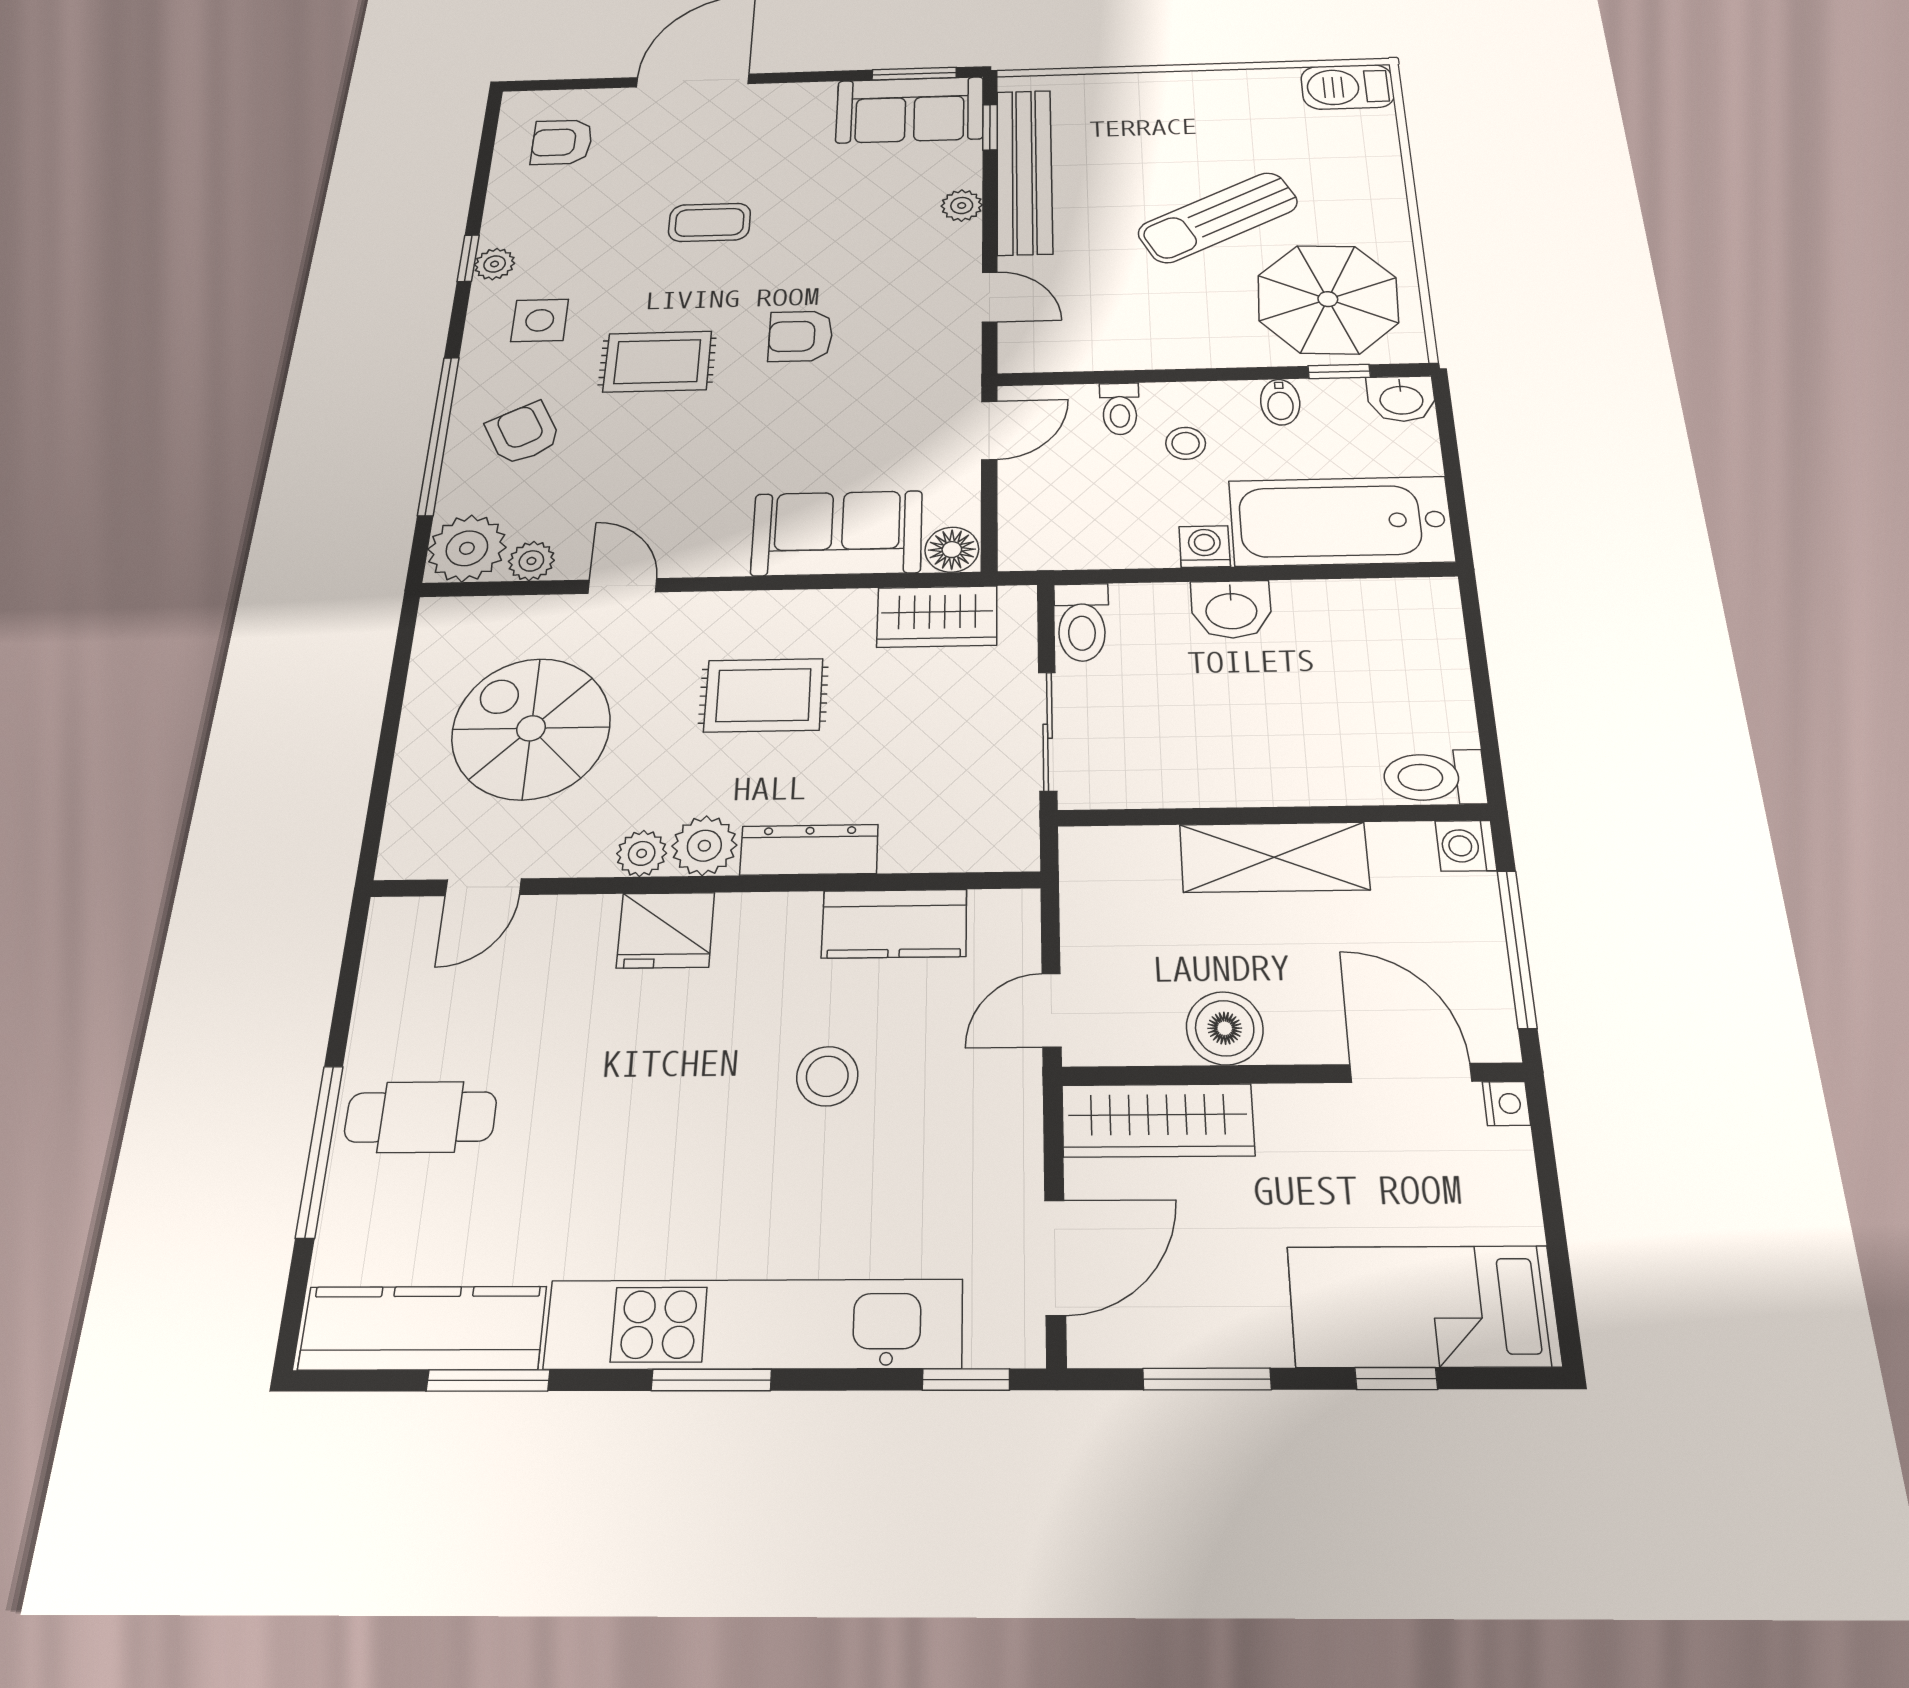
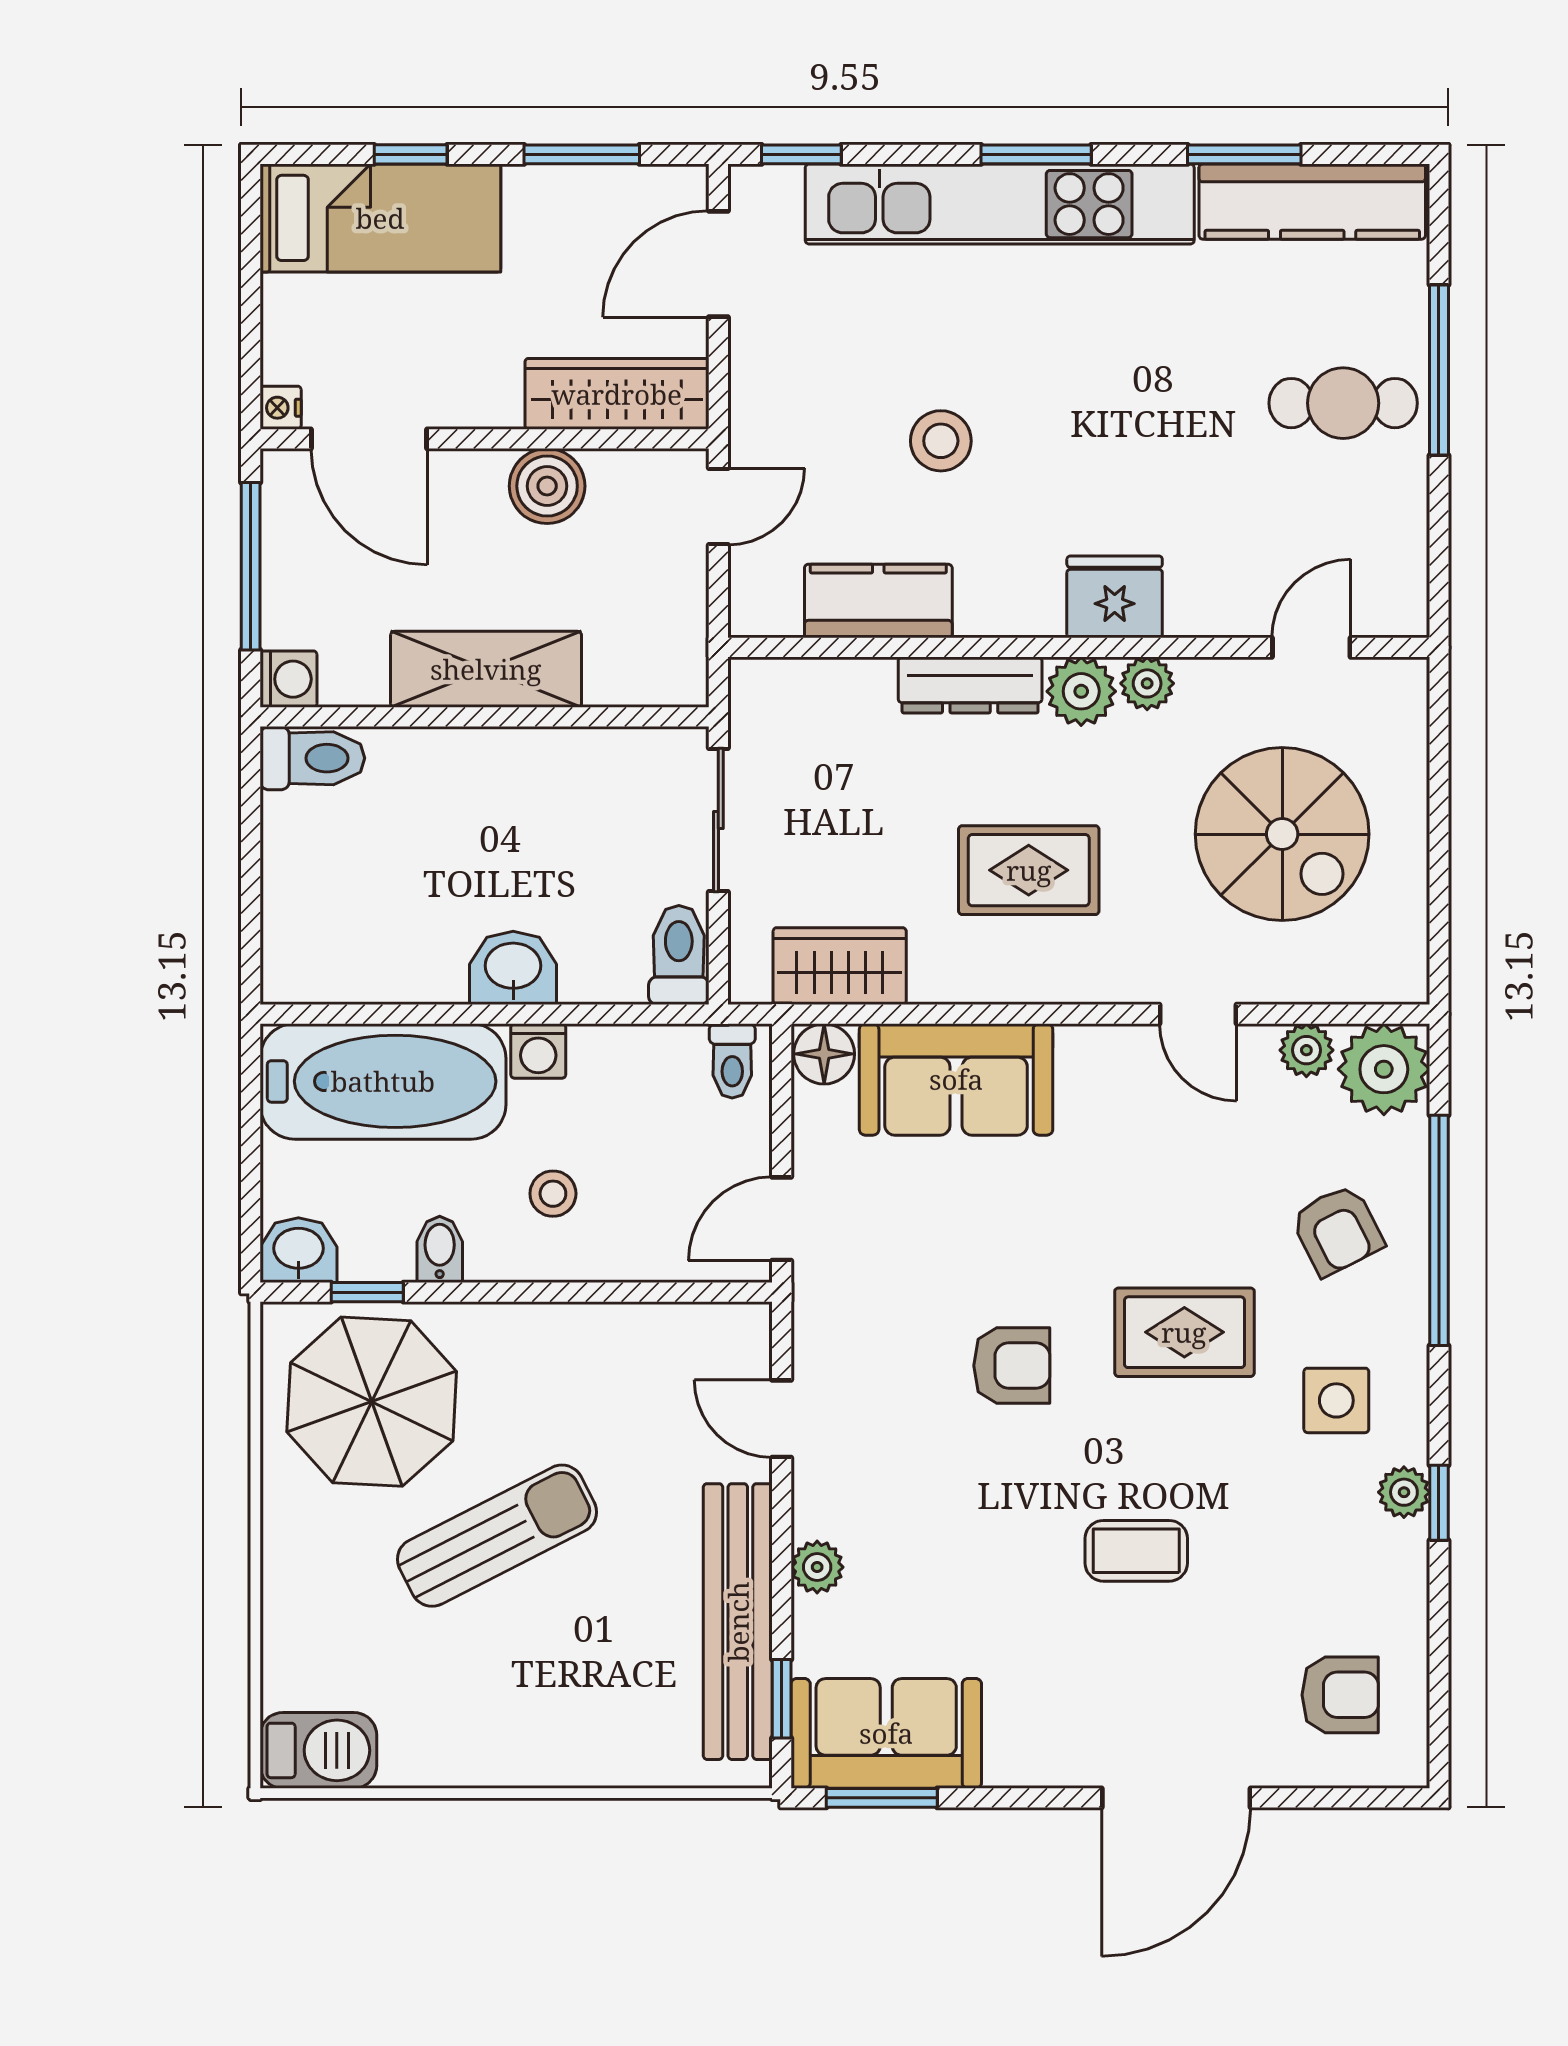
toilet: (1120, 409) -> (732, 1061), moved, turned 180

